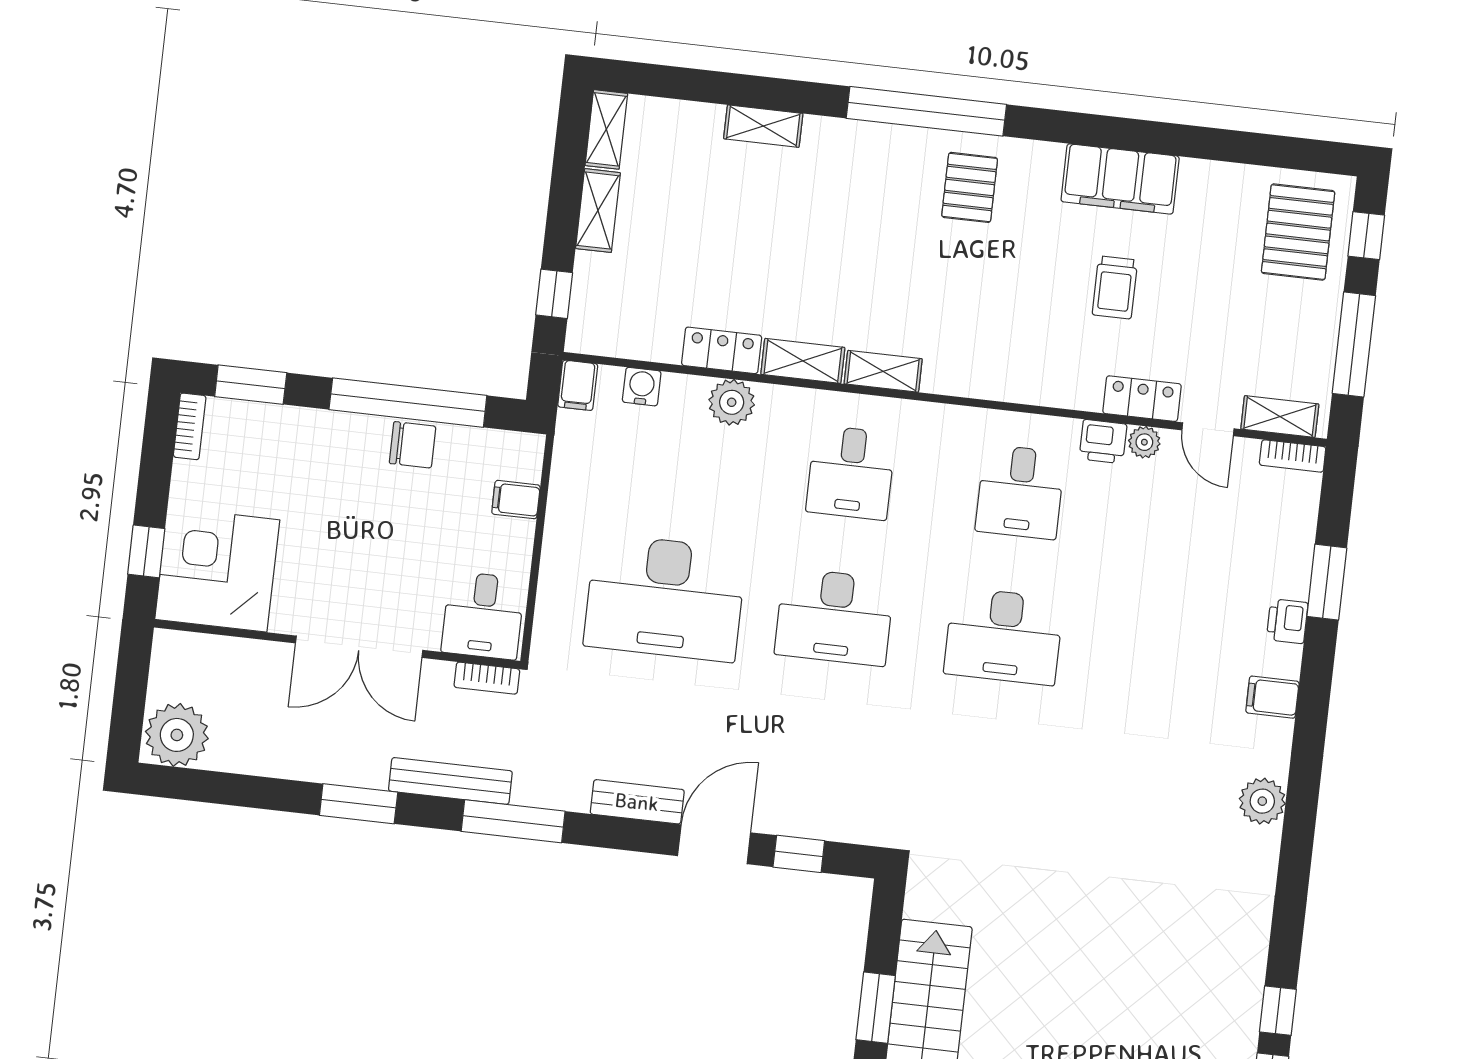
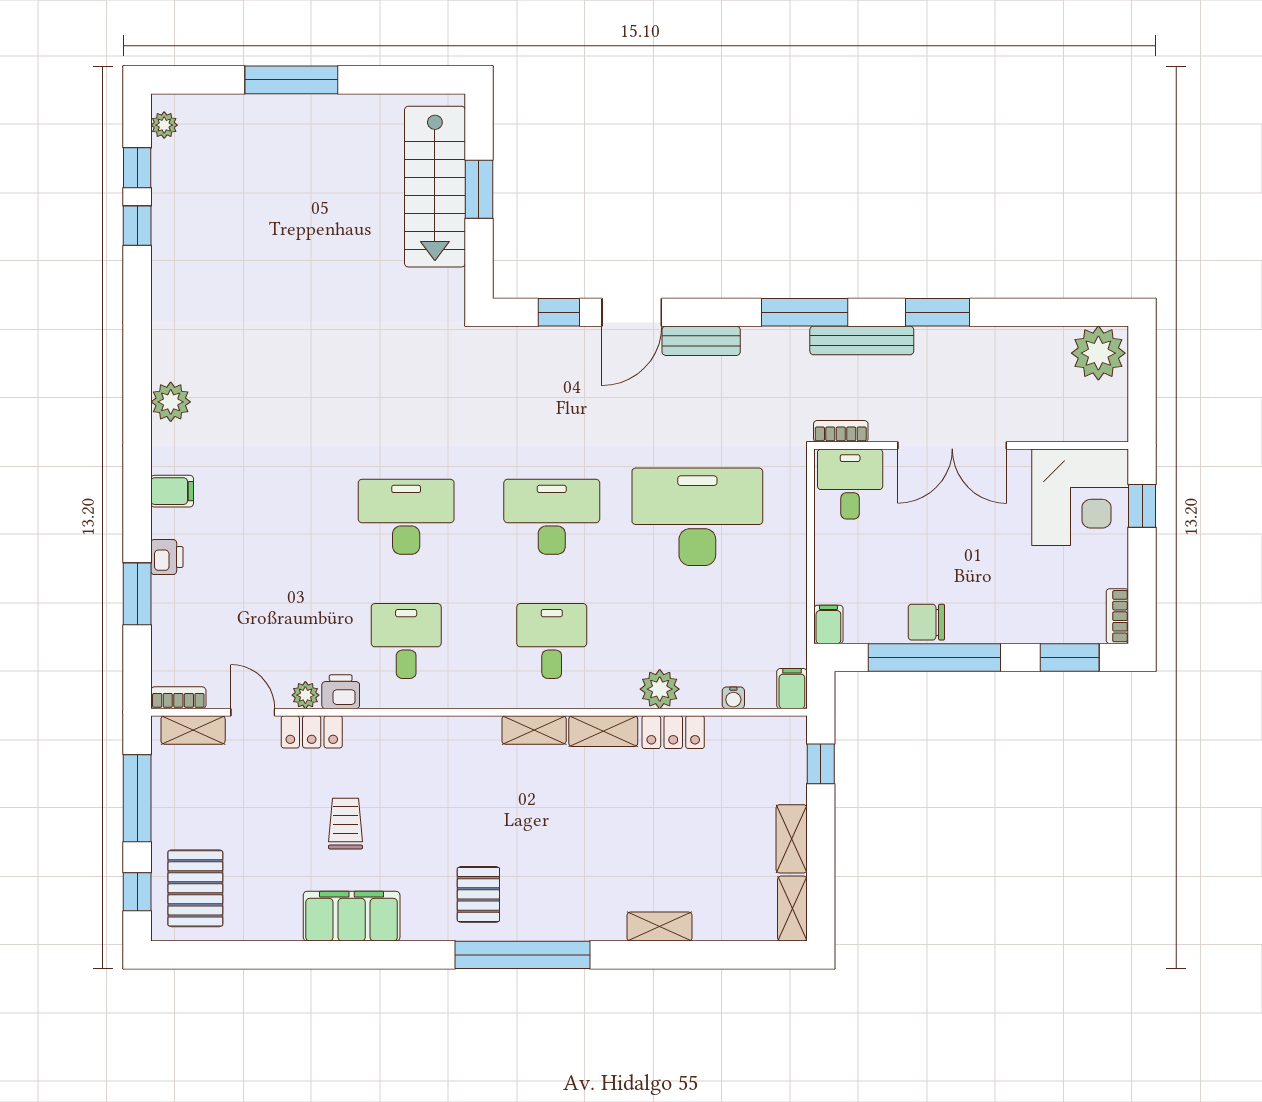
water cooler: (642, 387) -> (733, 698), width x0.72, depth x0.72
filing cabinet: (516, 500) -> (828, 624), moved, turned -90
double door: (359, 647) -> (952, 446), swing flipped

